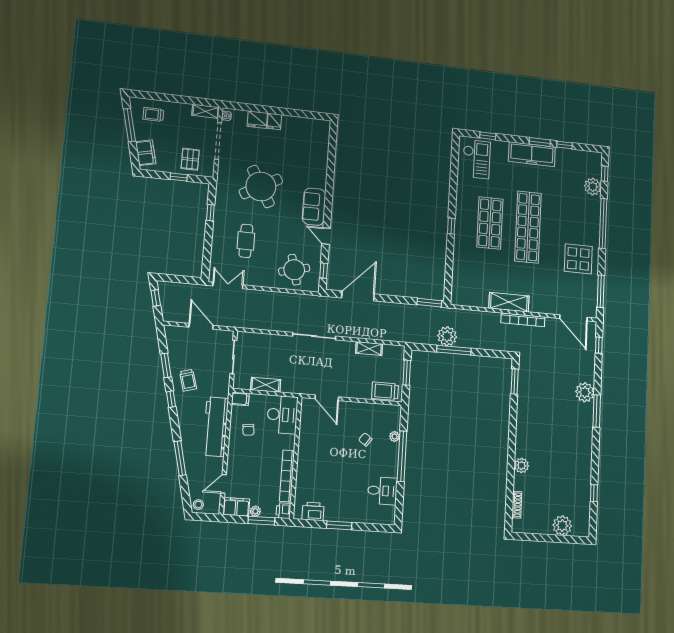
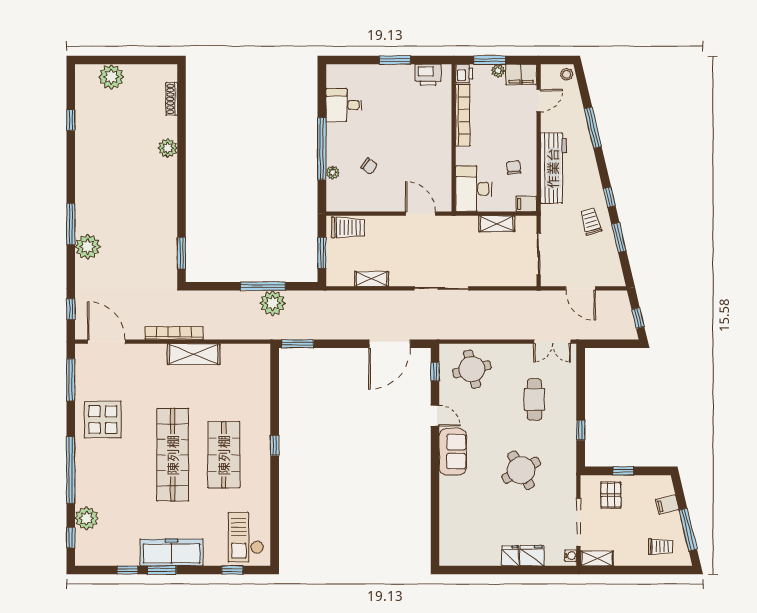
filing cabinet: (146, 153) -> (667, 505), width x0.50
round table: (261, 186) -> (521, 470), width x0.73, depth x0.73

